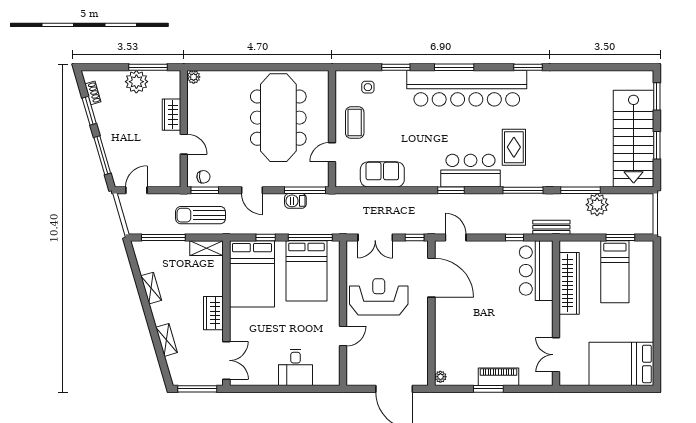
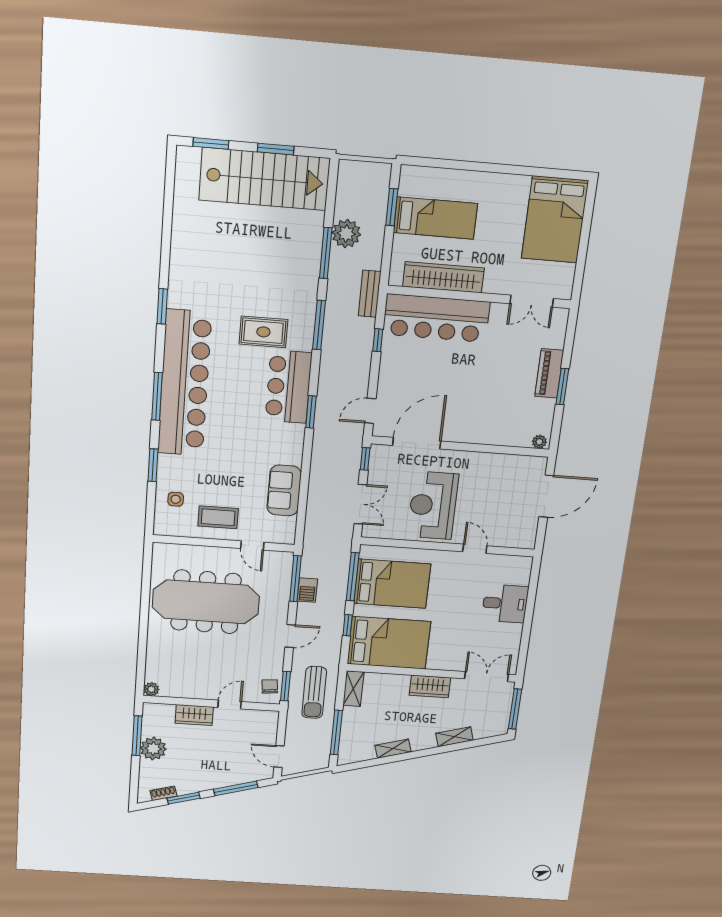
bar counter: (536, 271) -> (436, 318), width x1.36

